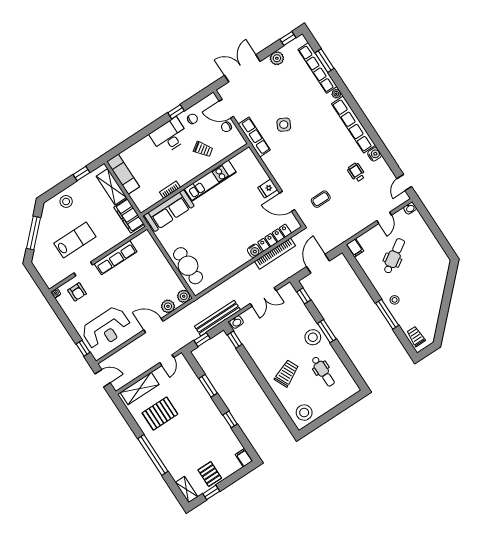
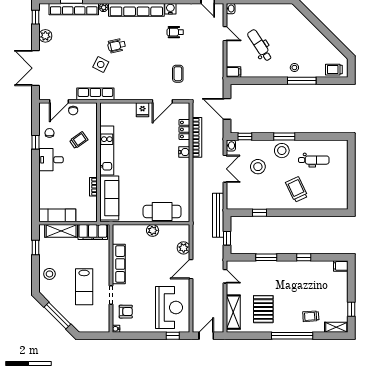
wheelchair: (310, 128) -> (117, 46), added
desk: (169, 136) -> (51, 160), width x0.73
locker: (275, 238) -> (184, 129), width x0.66
lab bench: (75, 240) -> (84, 287), turned 180
plant: (184, 296) -> (153, 230), moved
washbasin: (237, 322) -> (231, 145), moved
window: (235, 340) -> (259, 213), moved
stool: (304, 413) -> (258, 167), moved
trolley: (181, 460) -> (311, 316), added
pallet: (210, 474) -> (336, 301), removed

